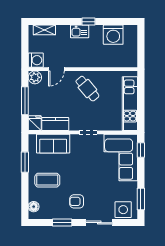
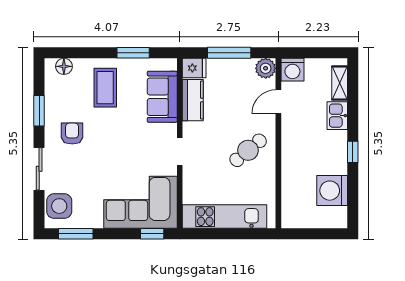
kitchen sink: (80, 31) -> (337, 116), moved
door: (56, 69) -> (278, 102), hinge flipped

